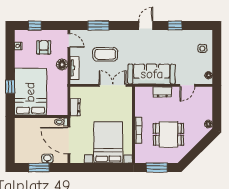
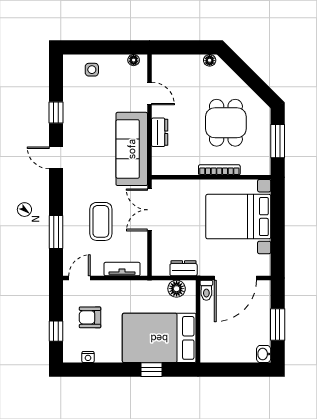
floor lamp: (62, 64) -> (177, 289), moved
washbasin: (47, 159) -> (264, 354), moved

